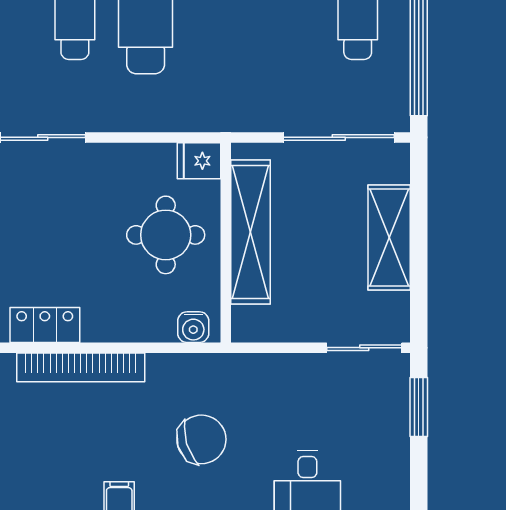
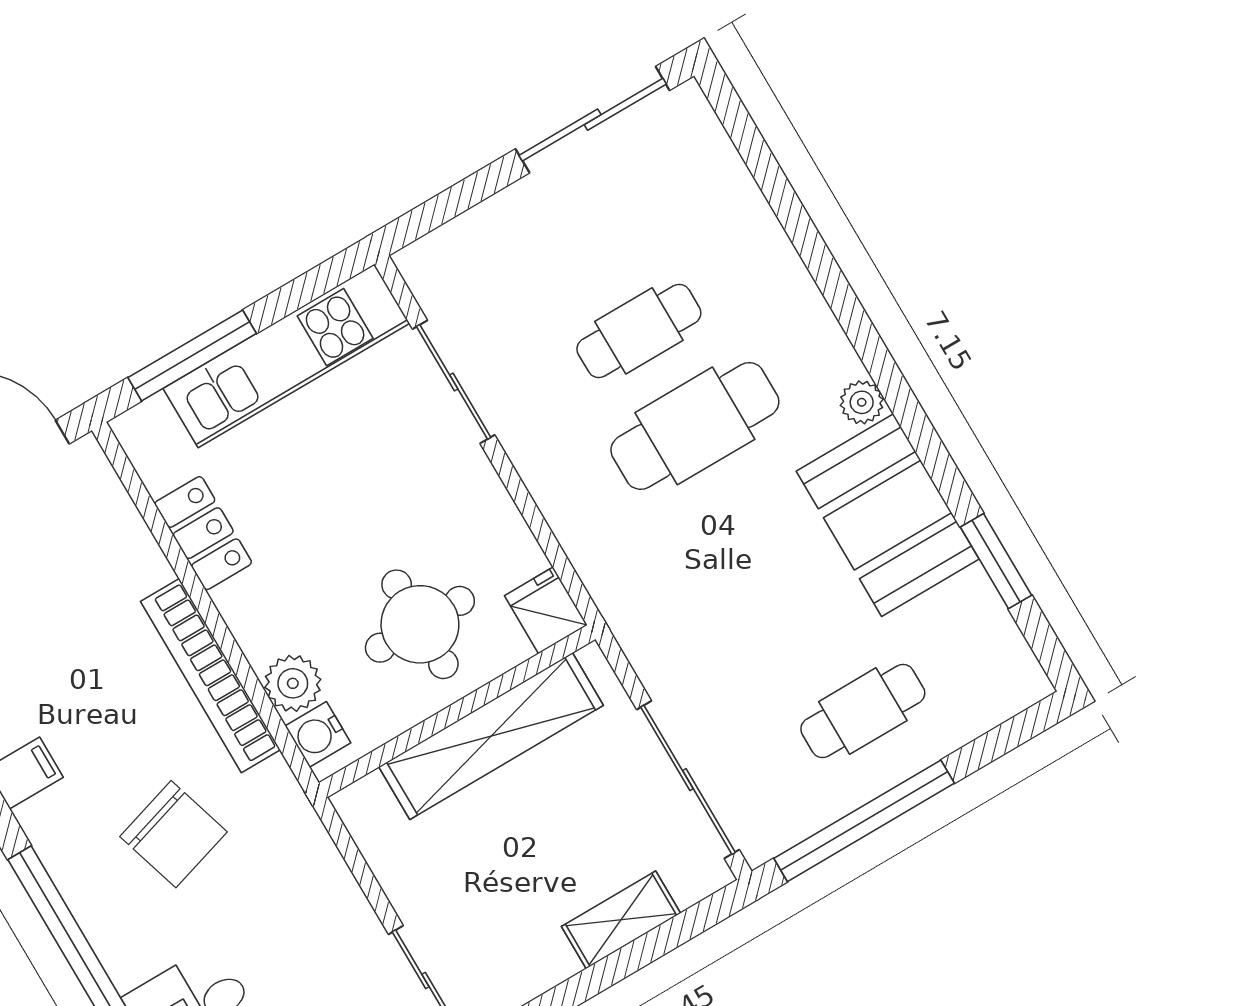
shelving: (389, 238) -> (621, 920), width x0.67, depth x0.75
plant: (157, 324) -> (293, 683), added
bookcase: (81, 367) -> (210, 676), moved

